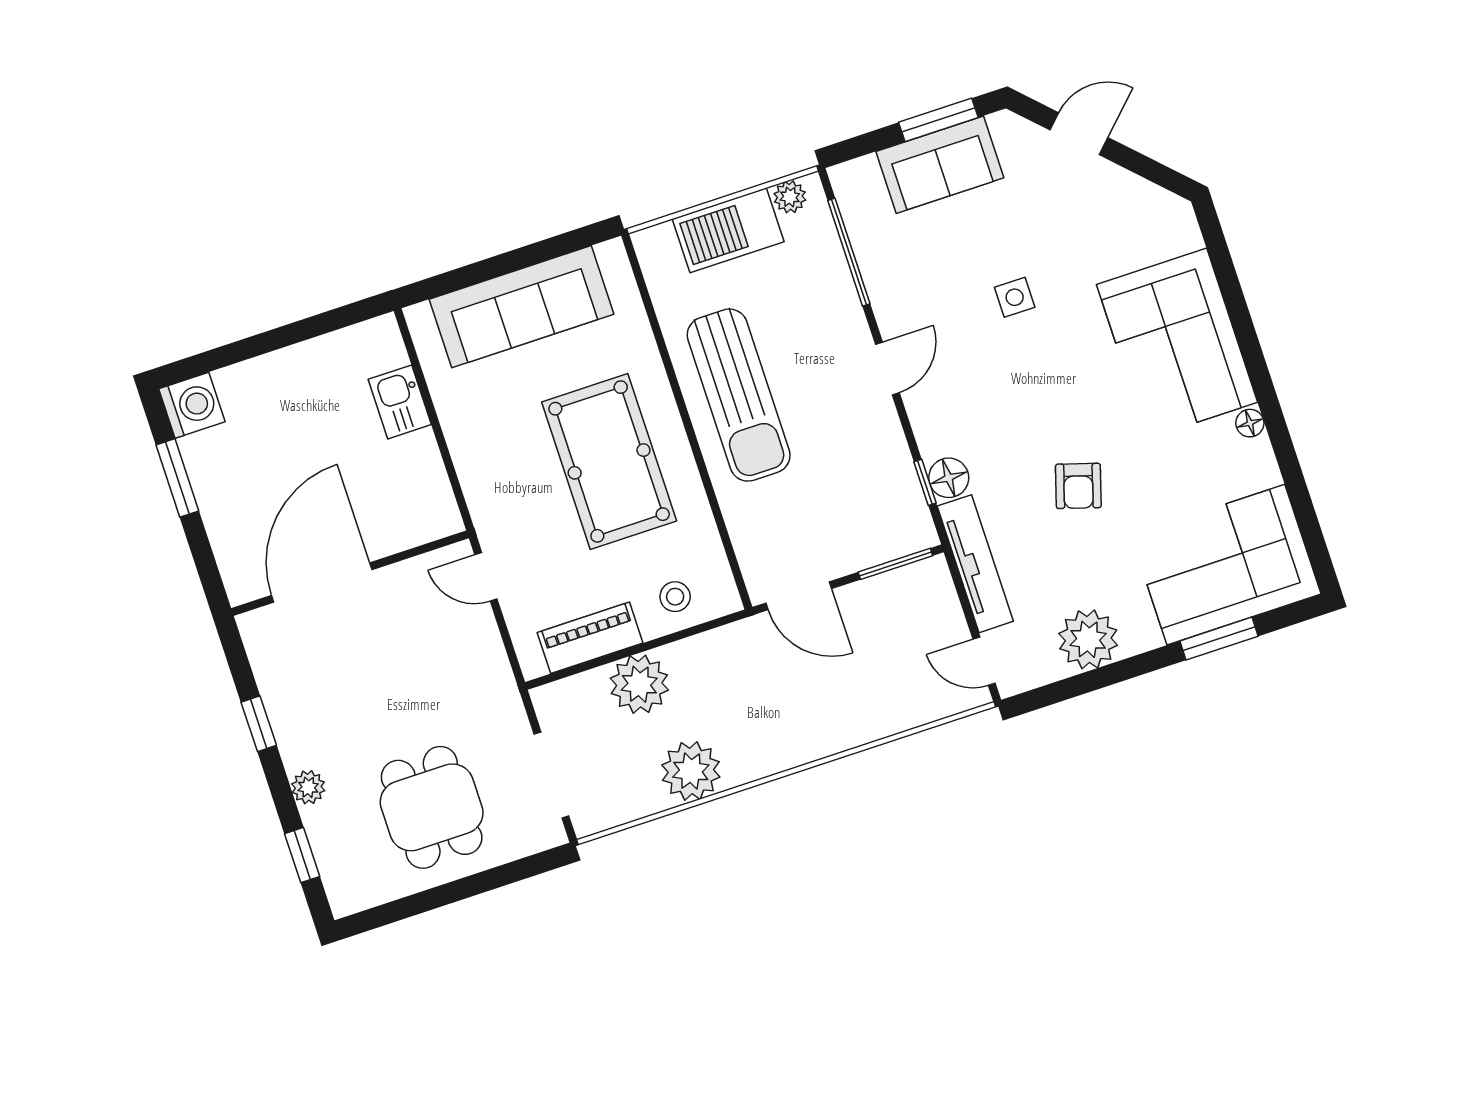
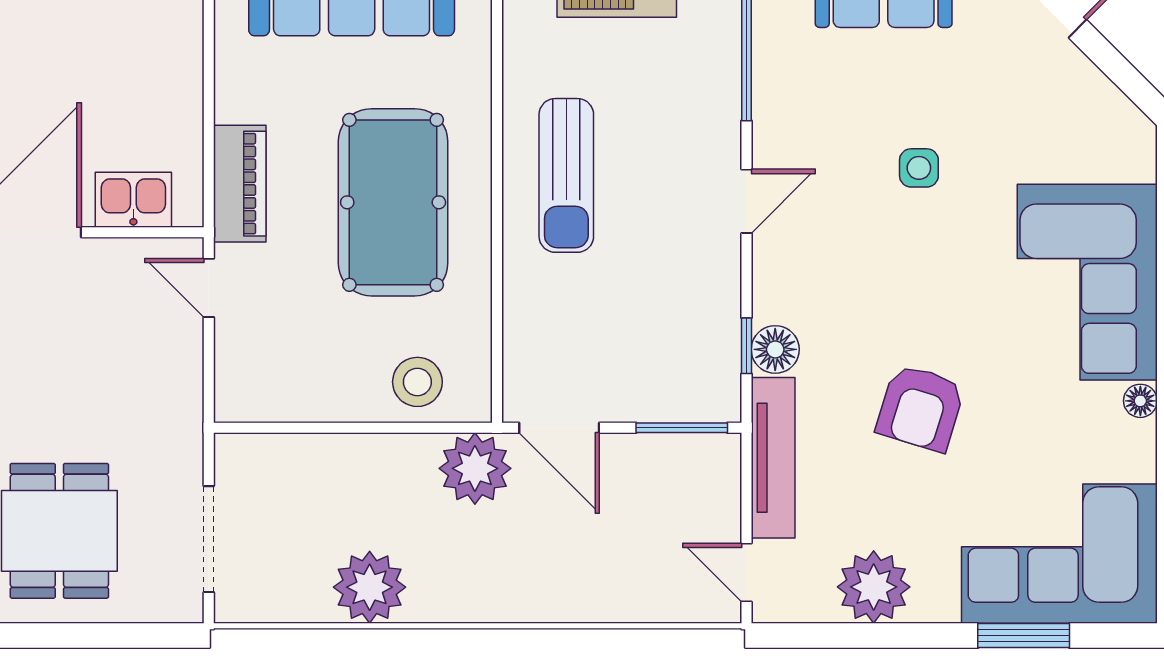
sun lounger: (739, 395) -> (566, 175), width x0.73, depth x0.75
kitchen sink: (400, 402) -> (133, 200), moved, turned 90
armchair: (1078, 486) -> (920, 408), width x1.38, depth x1.38
stool: (675, 597) -> (417, 382), width x1.37, depth x1.37
piano: (590, 638) -> (240, 184), moved, turned 90
plant: (639, 684) -> (475, 468), moved

